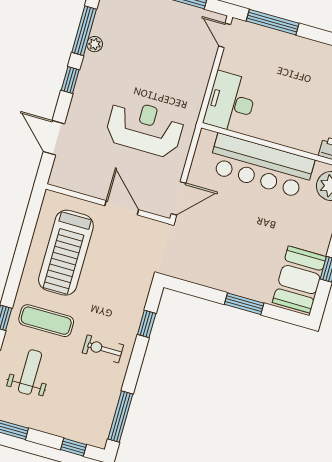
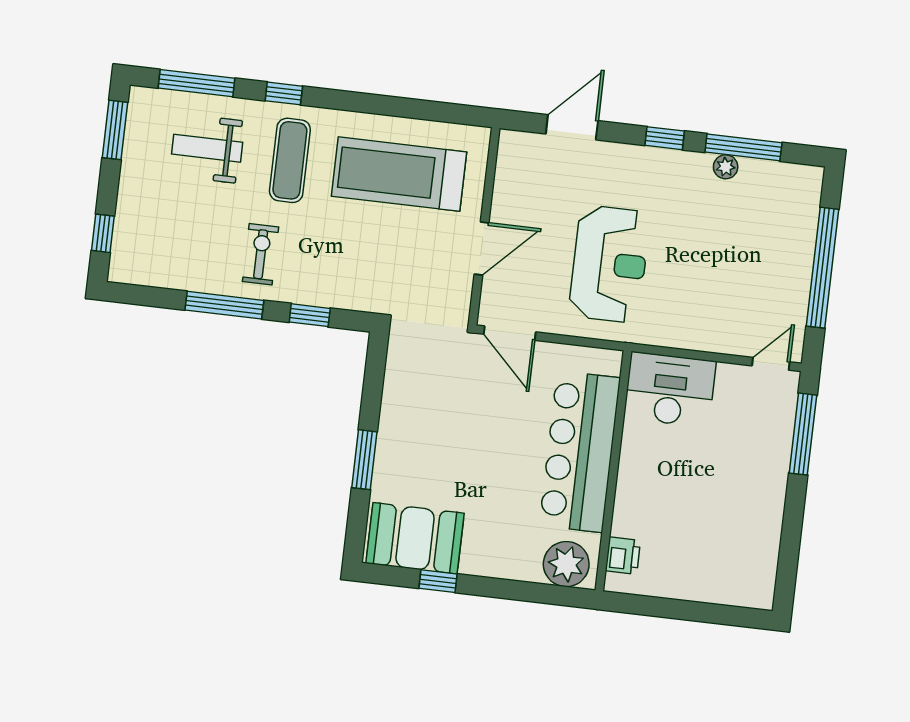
weight bench: (30, 372) -> (207, 148), turned 180
window: (120, 416) -> (224, 305), moved

